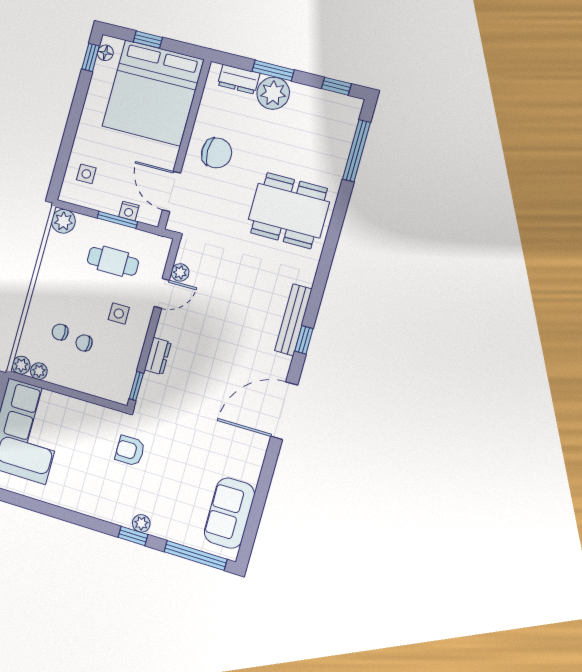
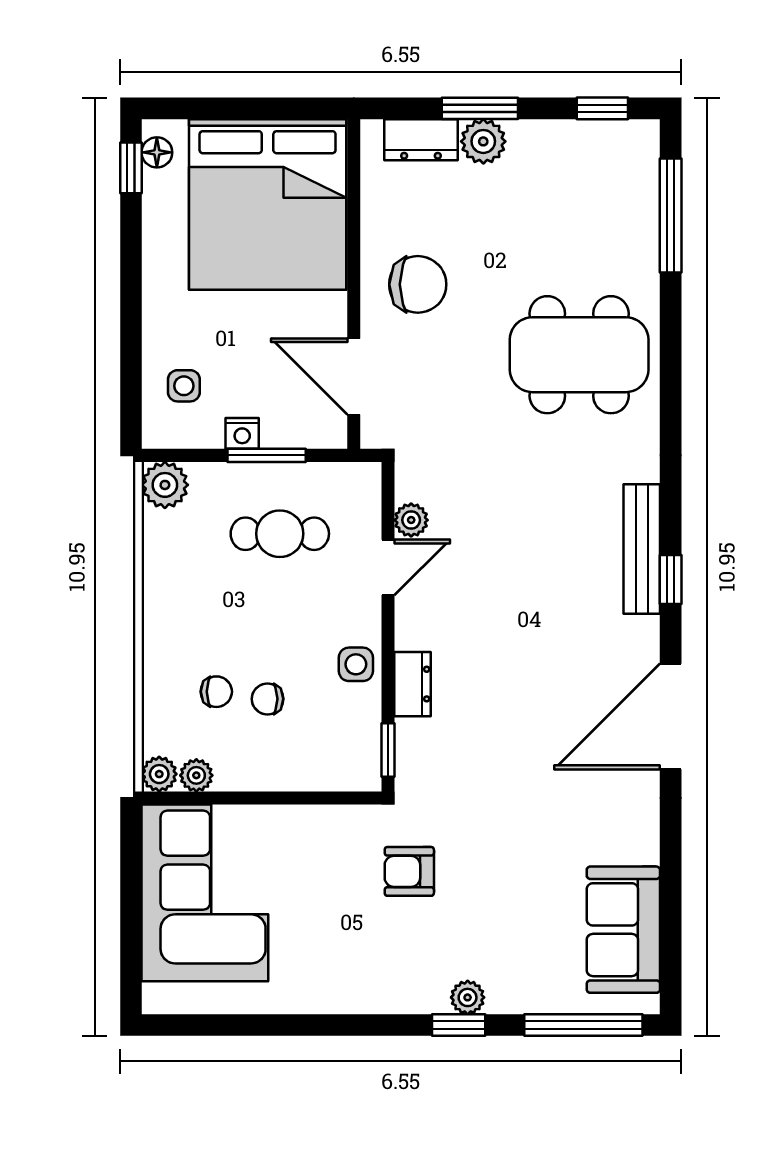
window: (148, 40) -> (231, 108), removed
plant: (273, 93) -> (483, 141), width x0.73, depth x0.73
nightstand: (129, 211) -> (242, 433), moved
side table: (119, 314) -> (356, 664), moved
chair: (60, 332) -> (216, 692), turned 180

